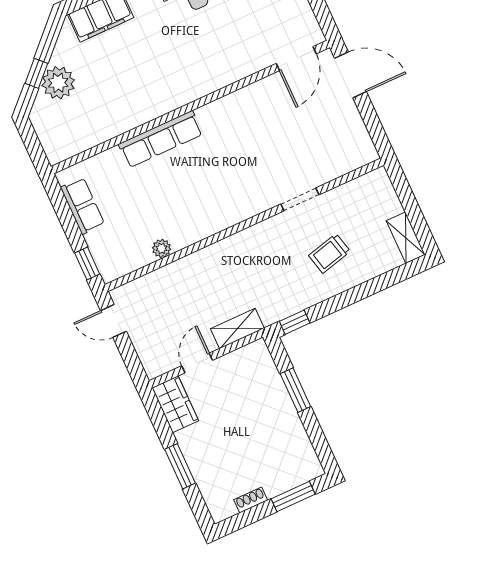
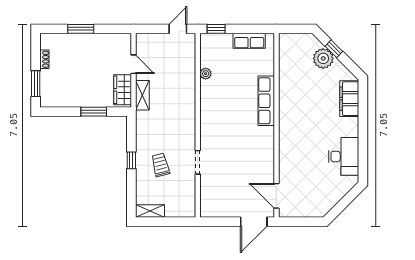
window: (295, 322) -> (131, 160), moved
wardrobe: (175, 404) -> (123, 90), moved, turned 90

